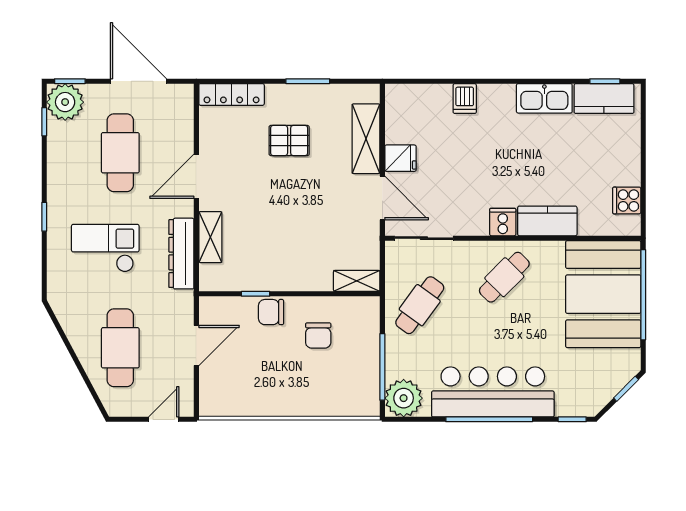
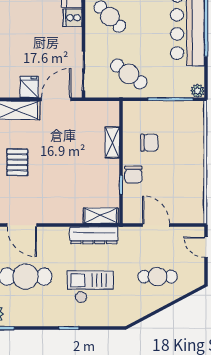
door: (196, 176) -> (22, 225), moved
shelving: (210, 237) -> (101, 216), moved
checkout: (105, 248) -> (90, 287), turned 90
shelving: (357, 281) -> (112, 142), moved
cafe table: (120, 348) -> (158, 277), width x0.73, depth x0.74
plant: (404, 398) -> (198, 91), width x0.53, depth x0.53

